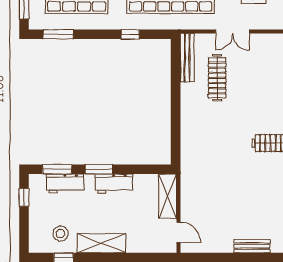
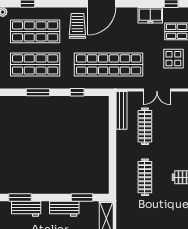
window: (58, 34) -> (38, 92), moved
clothes rail: (217, 143) -> (145, 177), added
window: (99, 169) -> (82, 198), moved

